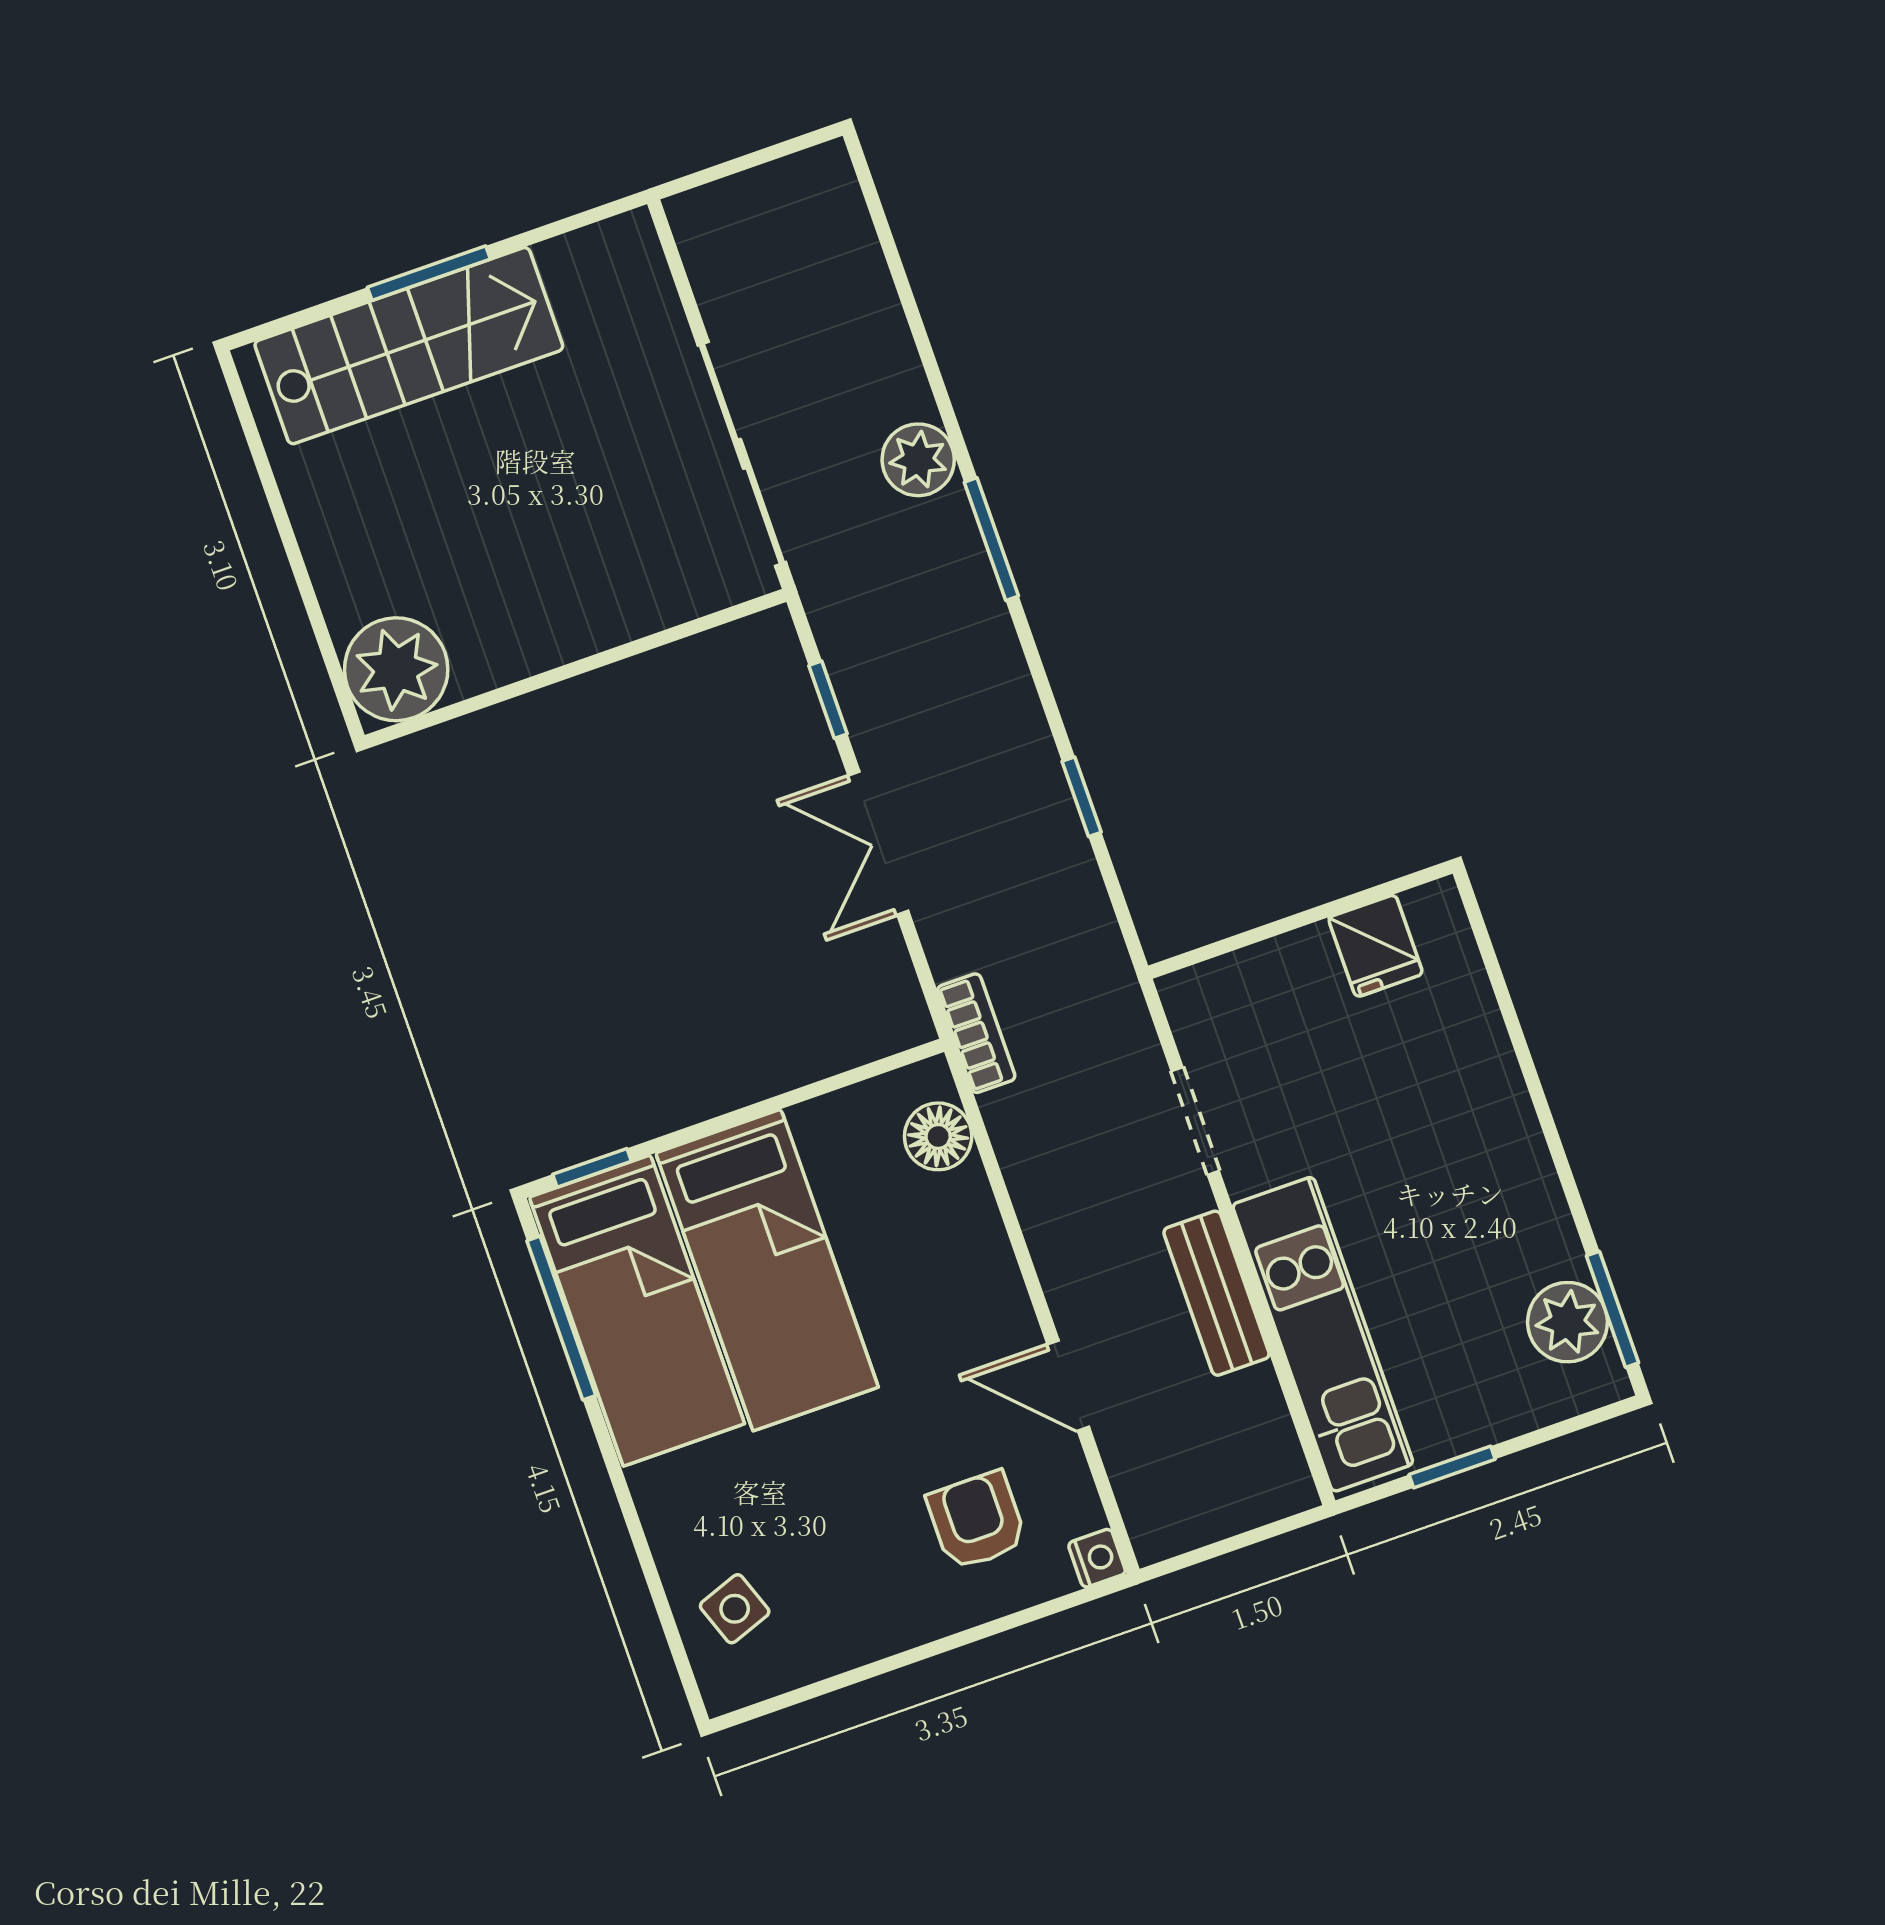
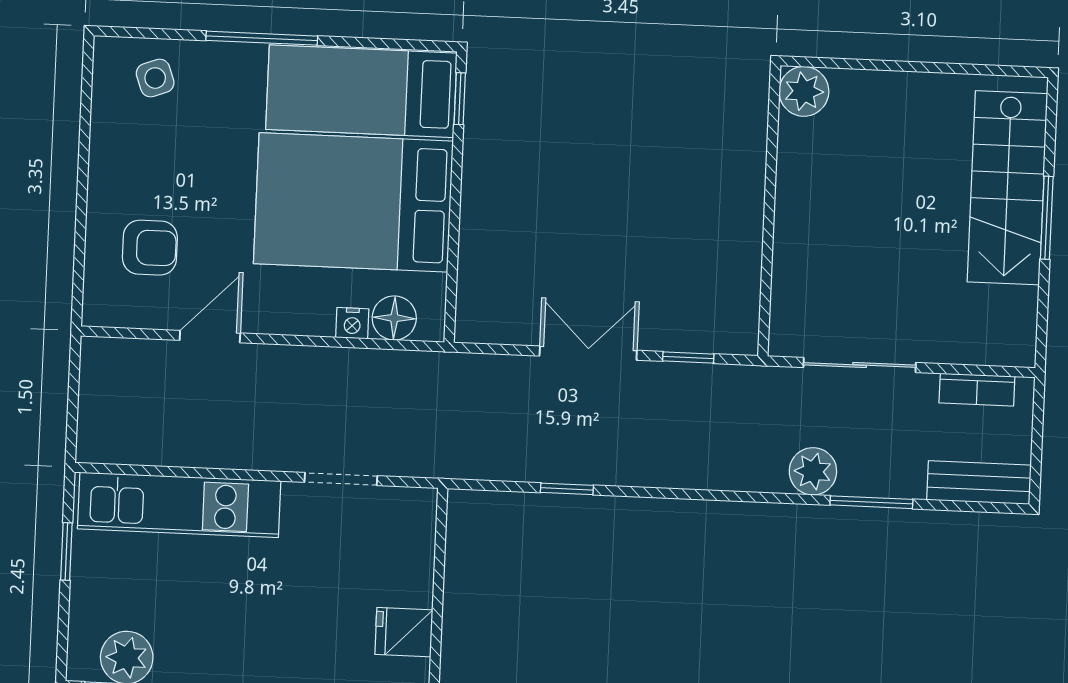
sliding door: (742, 454) -> (860, 365), width x0.73
window: (991, 539) -> (871, 502), moved
plant: (396, 669) -> (804, 91), width x0.73, depth x0.73
bookcase: (976, 1033) -> (977, 390), moved
bed: (767, 1270) -> (353, 202), width x1.50
bench: (1216, 1293) -> (979, 483), moved
window: (561, 1318) -> (262, 38), moved
nightstand: (1097, 1558) -> (352, 323), moved

